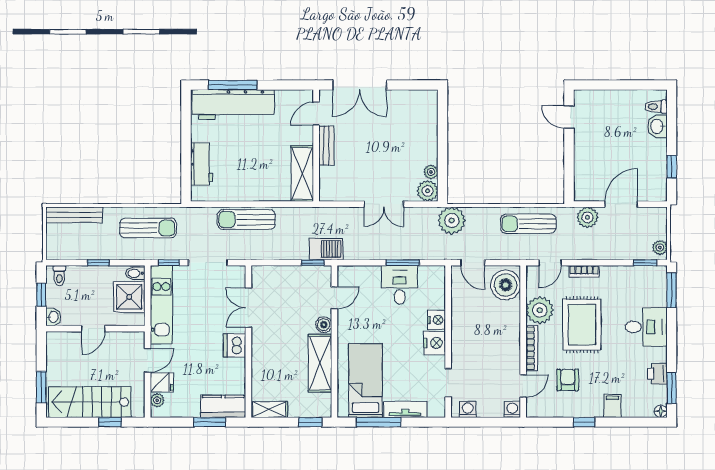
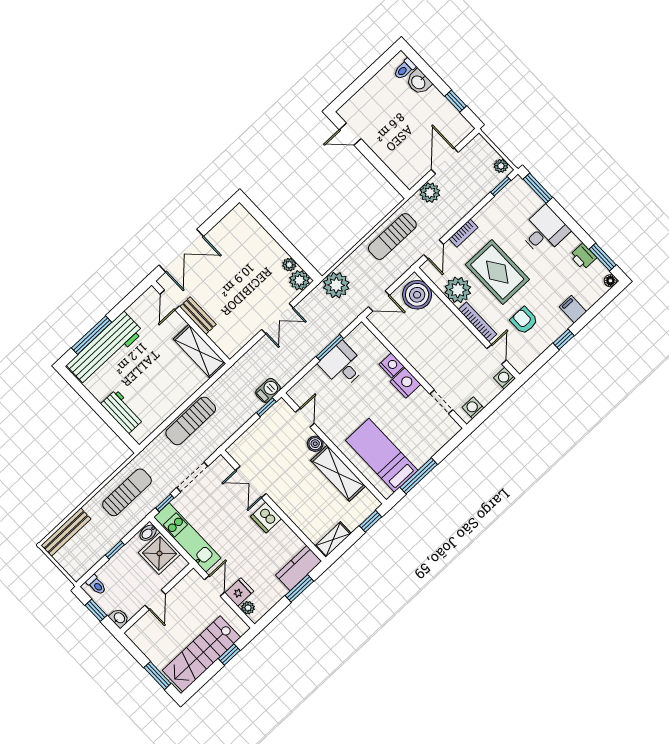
barbecue: (326, 249) -> (268, 390), width x0.73, depth x0.79
tv unit: (405, 409) -> (429, 449), removed

